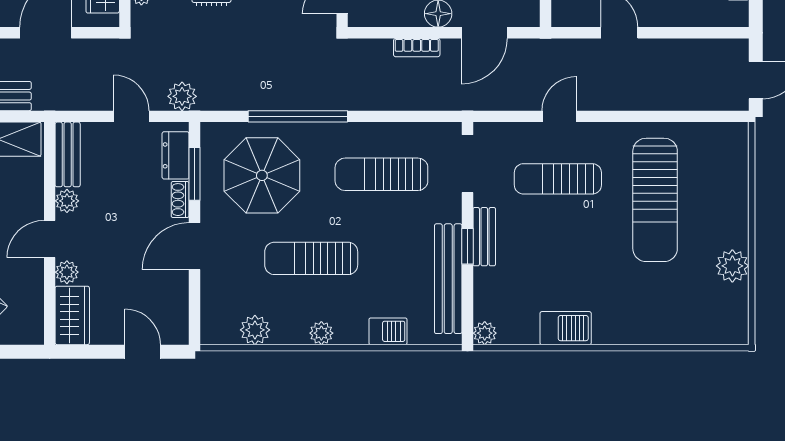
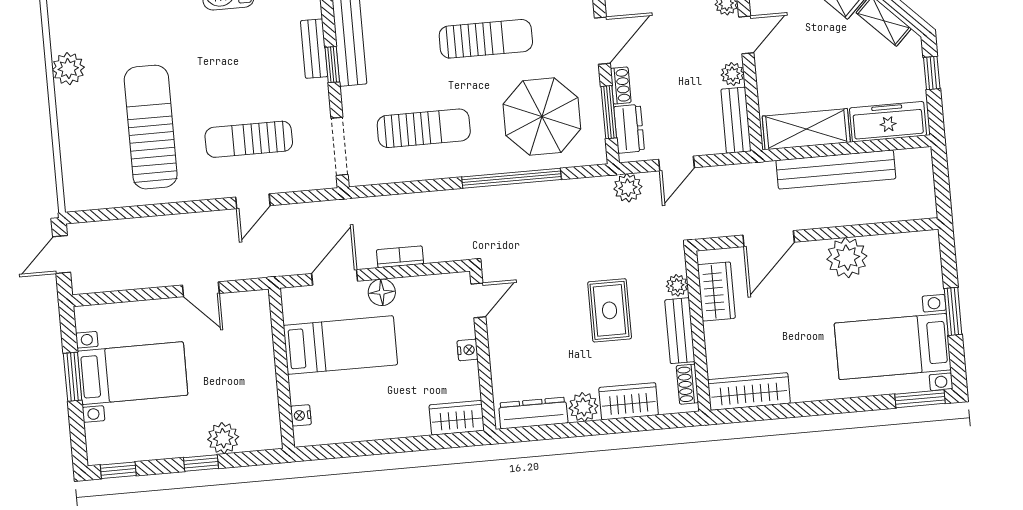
door: (131, 116) -> (677, 163), hinge flipped
sun lounger: (558, 179) -> (249, 139), turned 180
bench: (484, 237) -> (314, 49), moved

